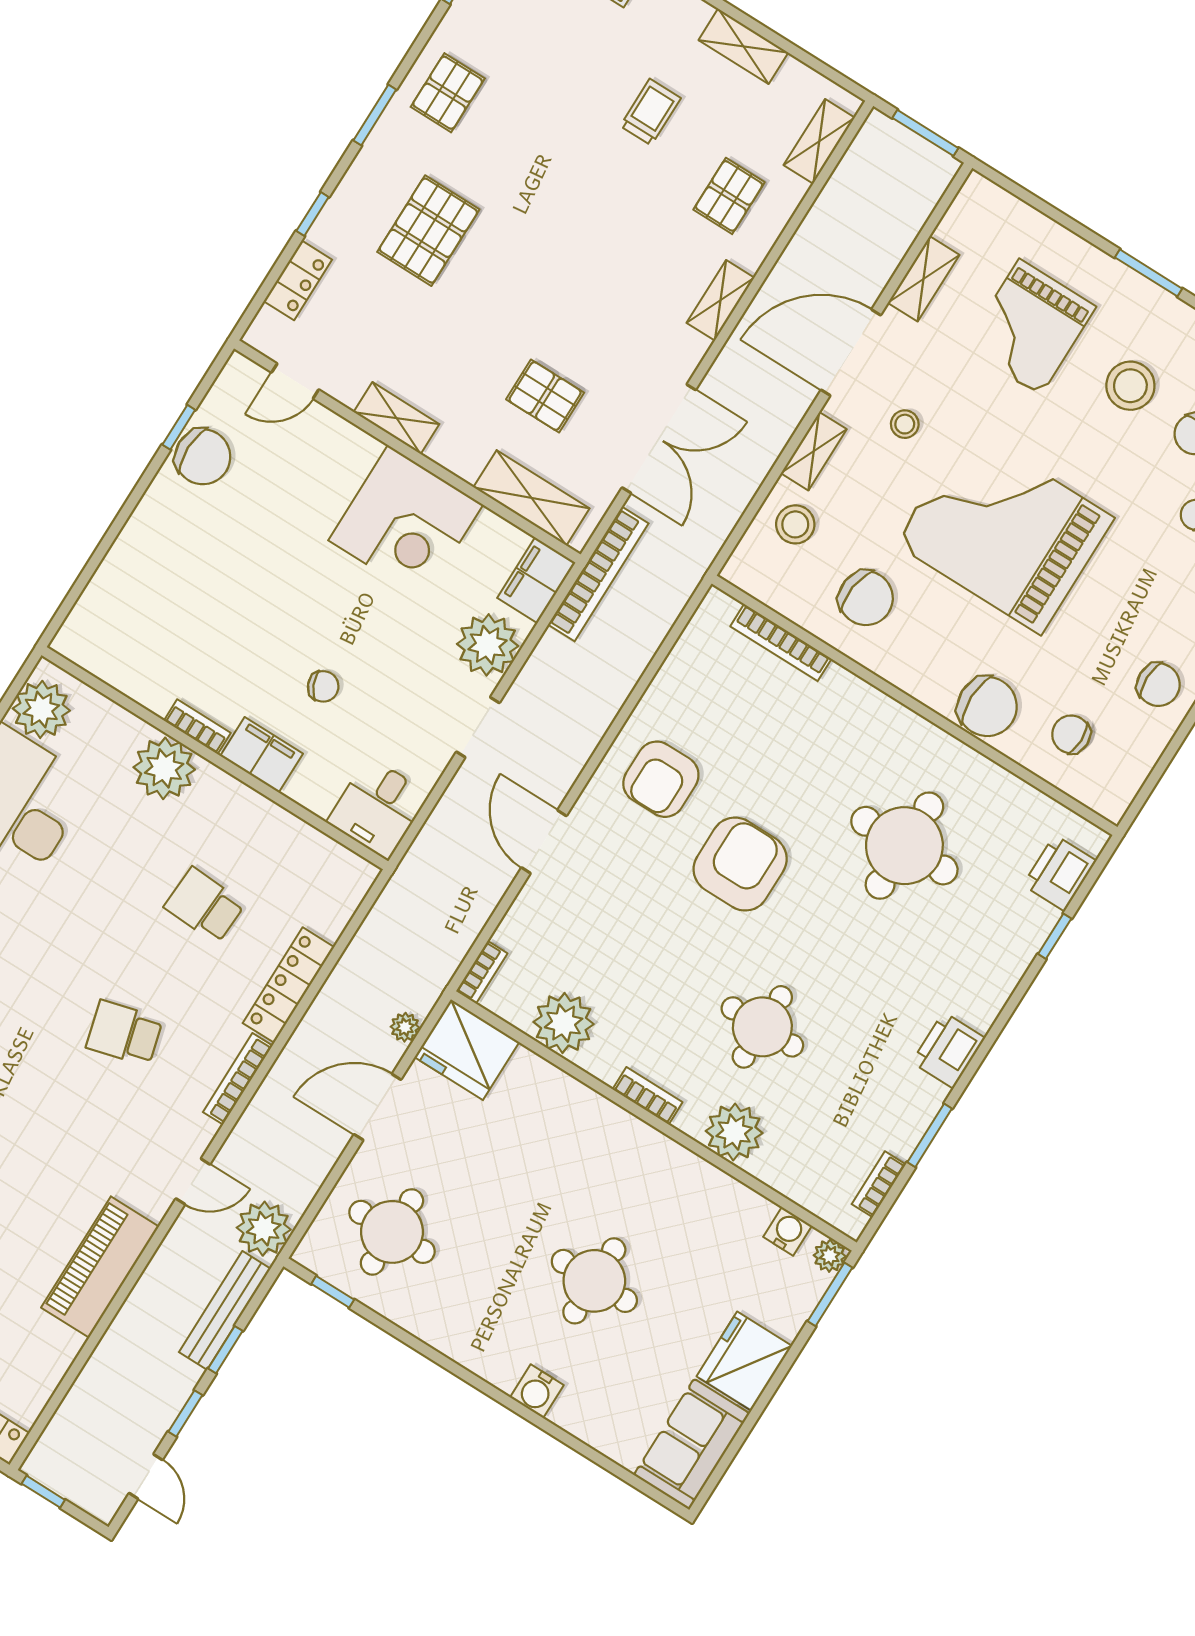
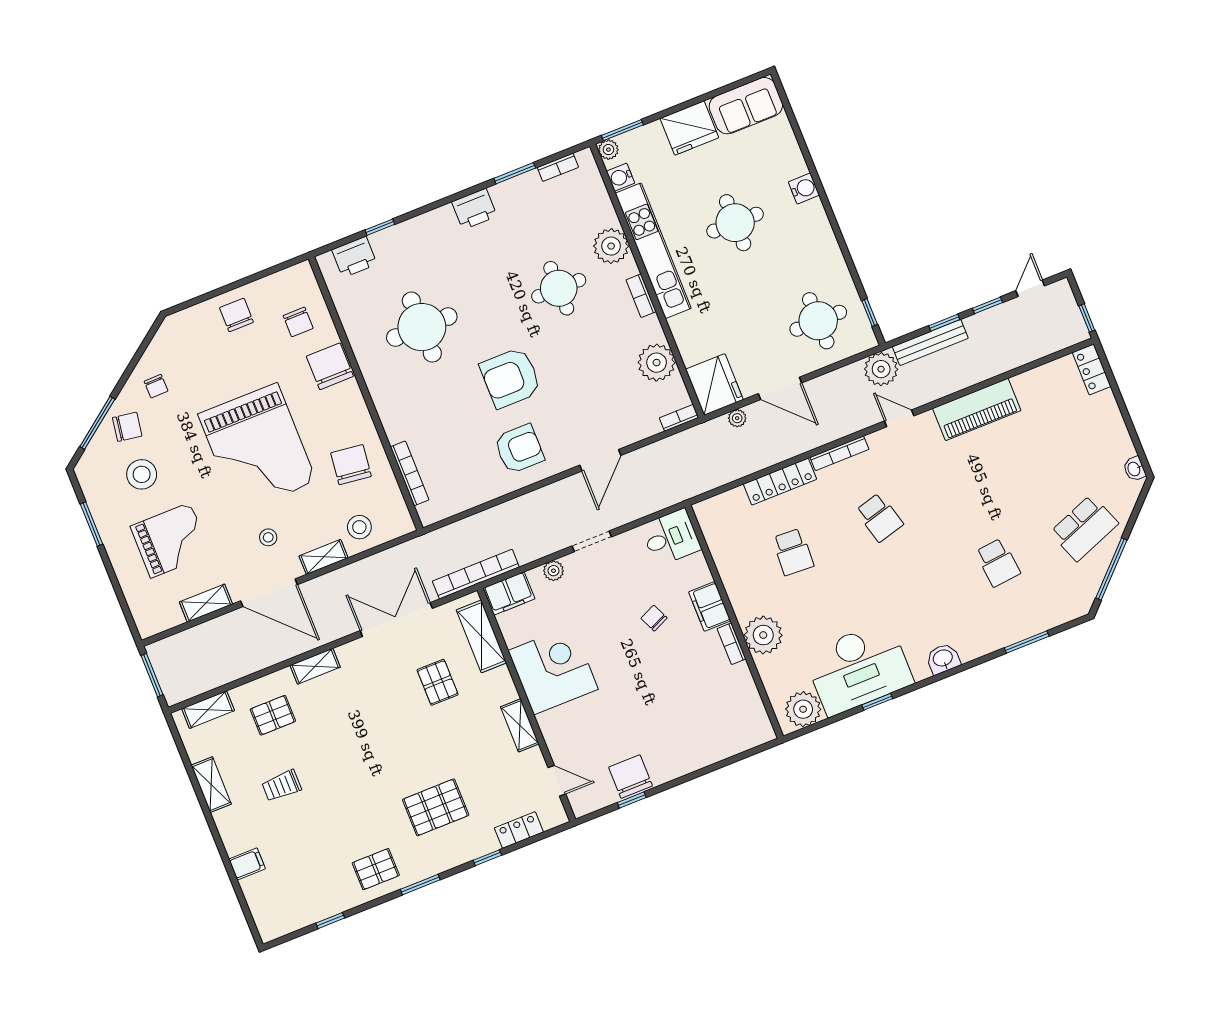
plant: (488, 645) -> (554, 571), width x0.53, depth x0.53
kitchen unit: (675, 1166) -> (653, 251), added

